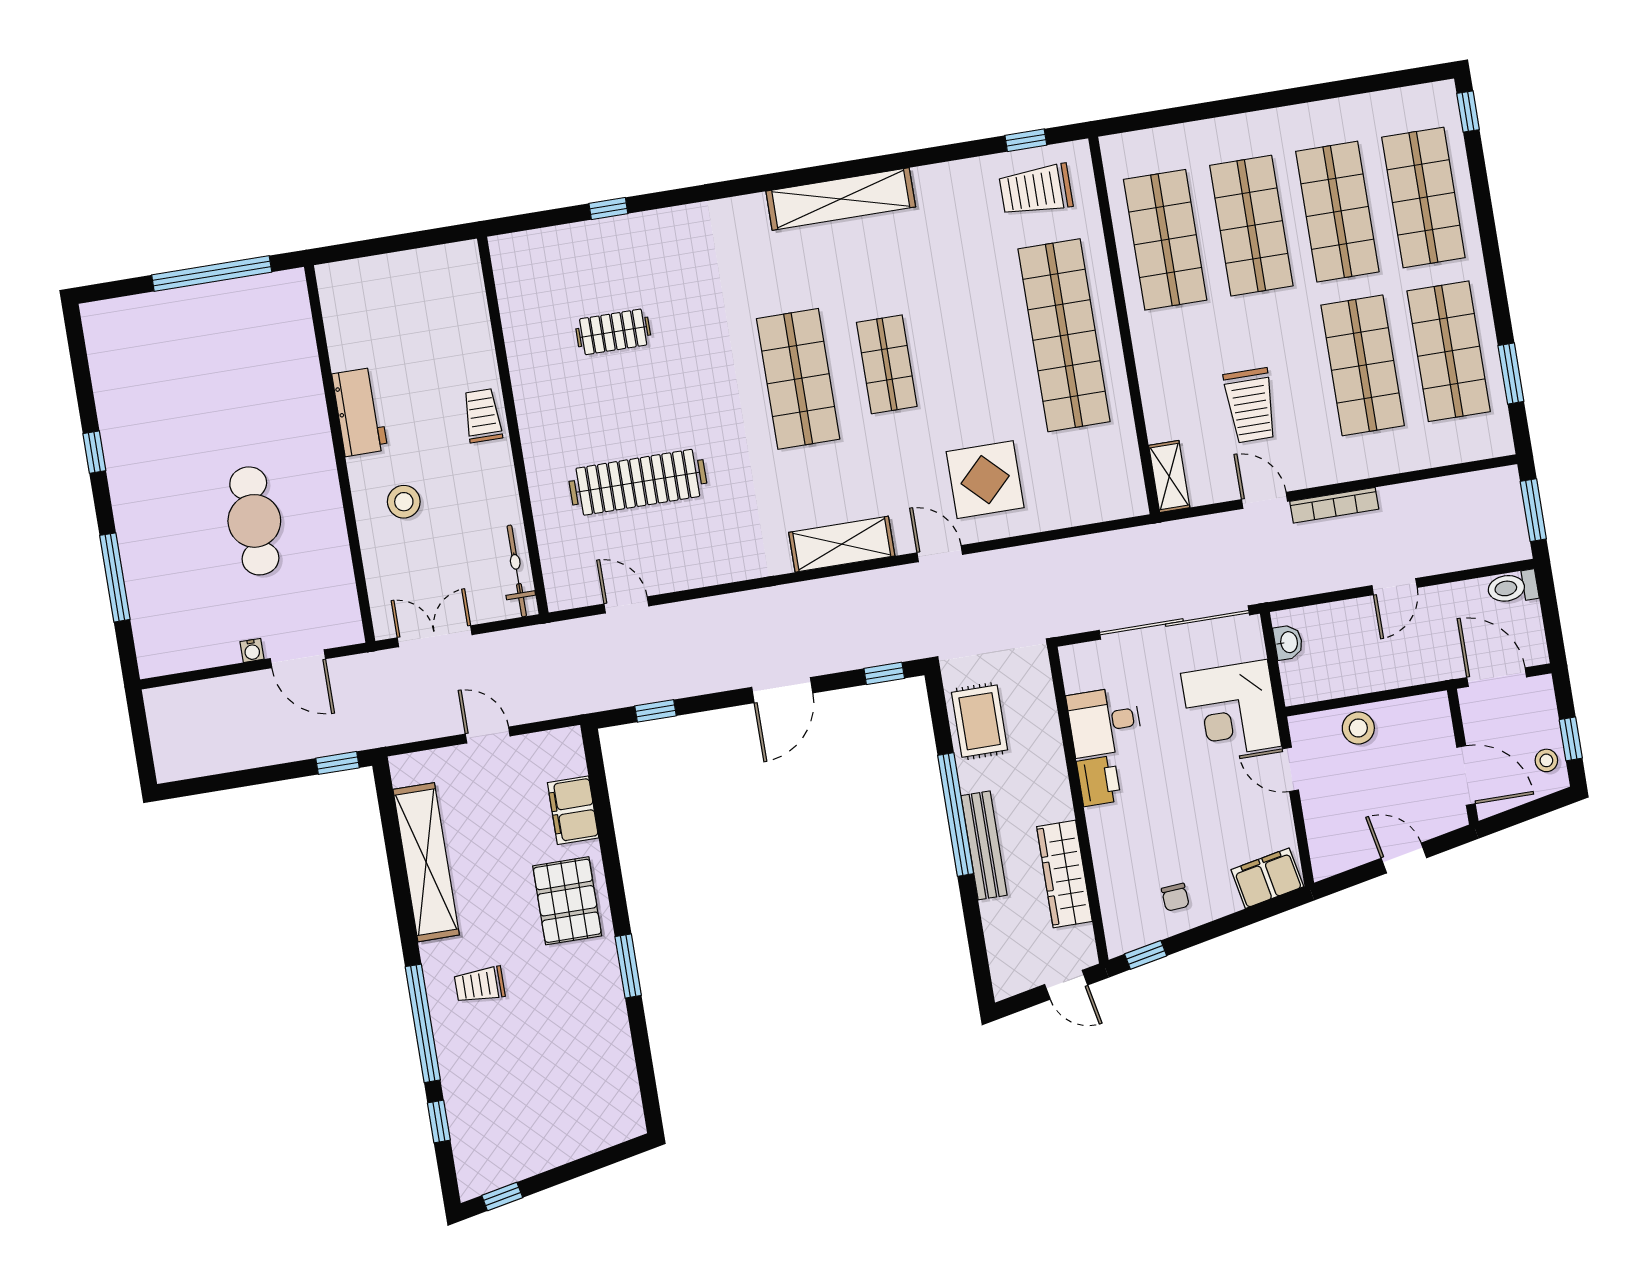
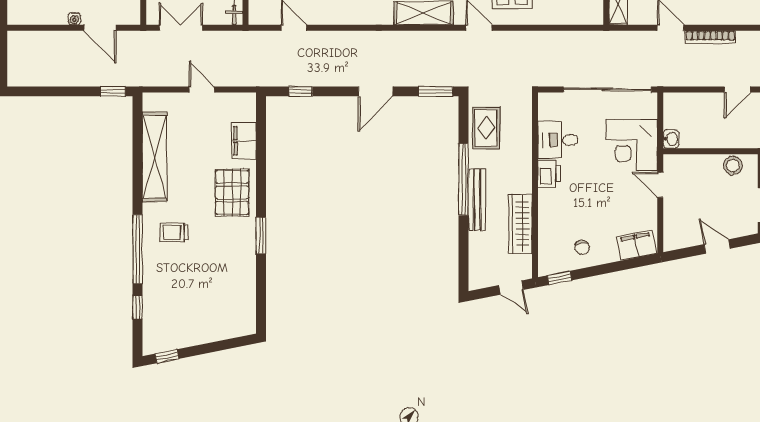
washbasin: (1288, 642) -> (671, 139), moved
window: (884, 673) -> (436, 91), width x1.50
stool: (1358, 728) -> (733, 166), moved

